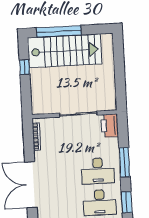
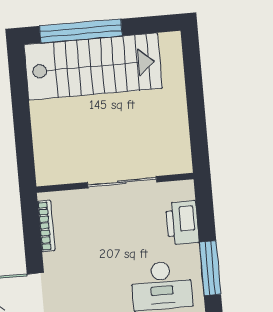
window: (25, 67) -> (20, 99), removed
printer: (110, 126) -> (182, 223), moved

